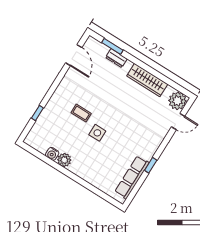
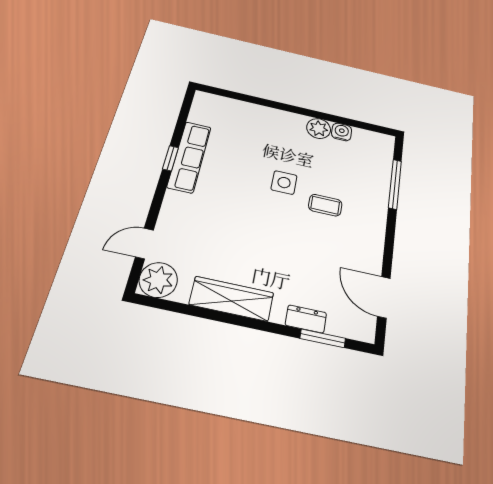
window: (37, 113) -> (395, 184), width x2.17
row of seats: (132, 177) -> (189, 157), moved

